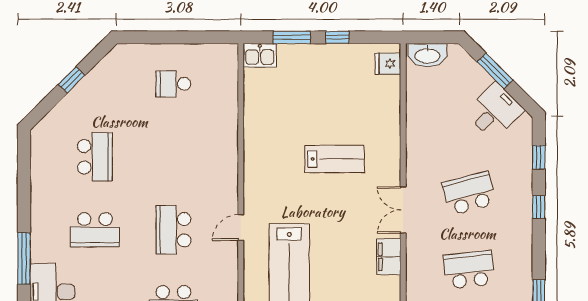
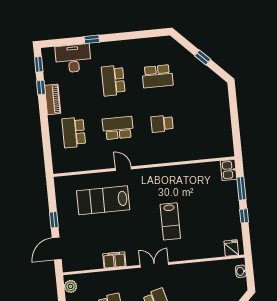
washbasin: (427, 55) -> (241, 271), width x0.52, depth x0.69
school desk: (173, 84) -> (162, 124), moved, turned -90
double door: (403, 210) -> (154, 265), moved
window: (24, 258) -> (92, 39), width x0.46

